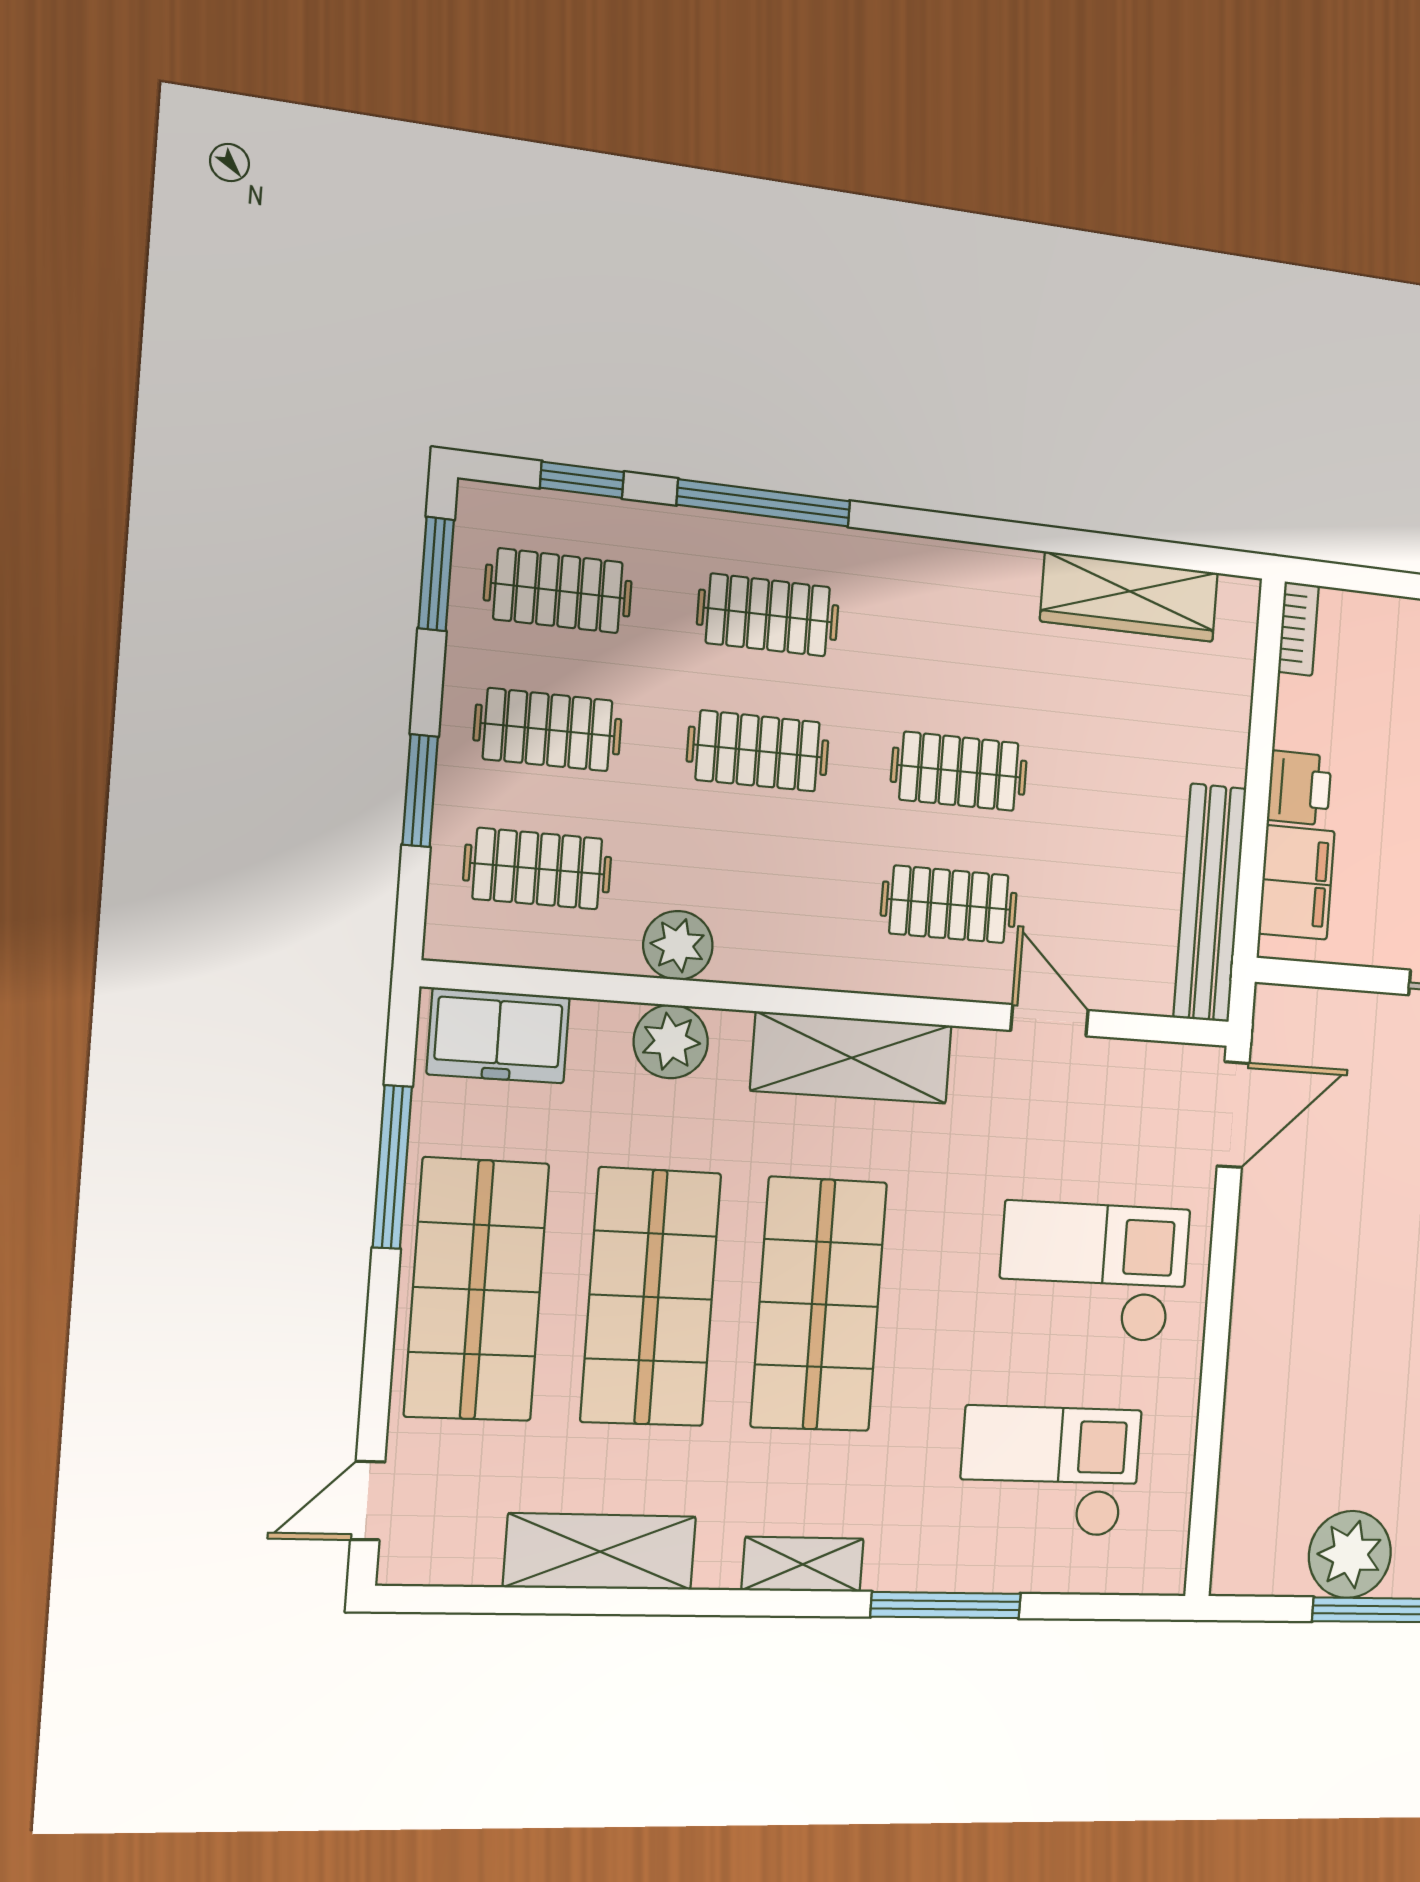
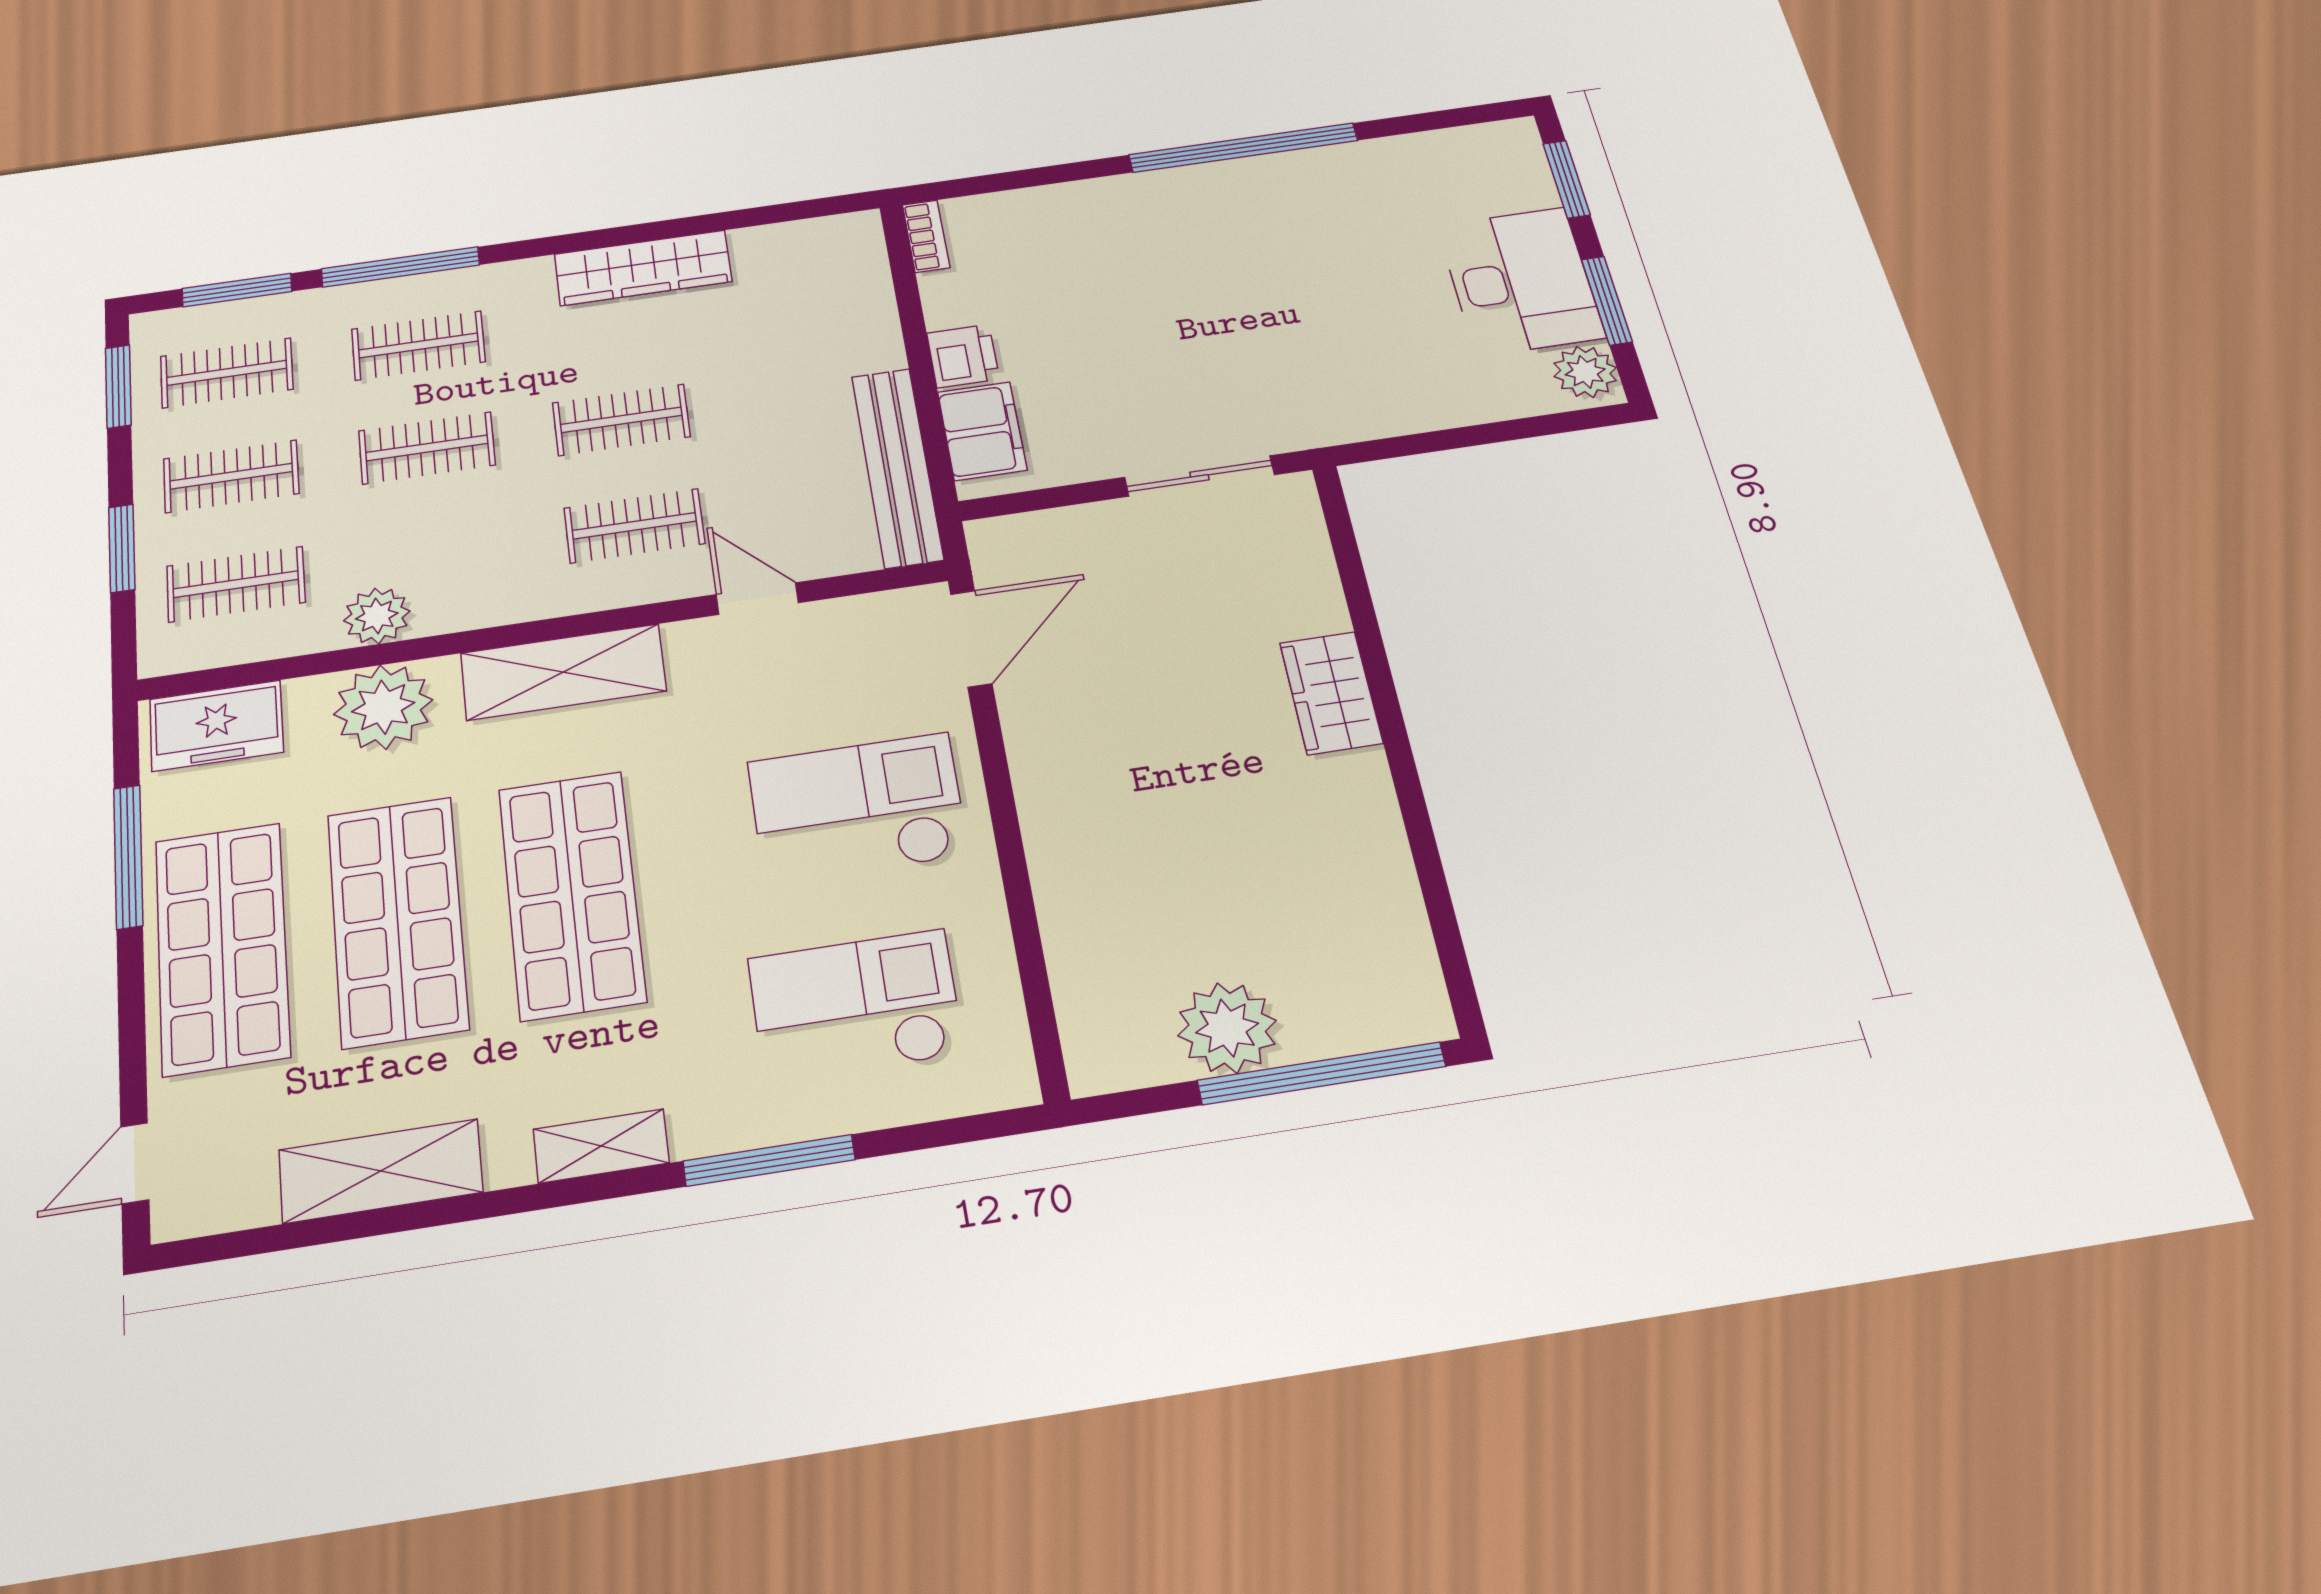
window: (582, 480) -> (237, 290), width x1.50
wardrobe: (1129, 597) -> (643, 268), moved
plant: (671, 1042) -> (383, 707), width x1.36, depth x1.36

